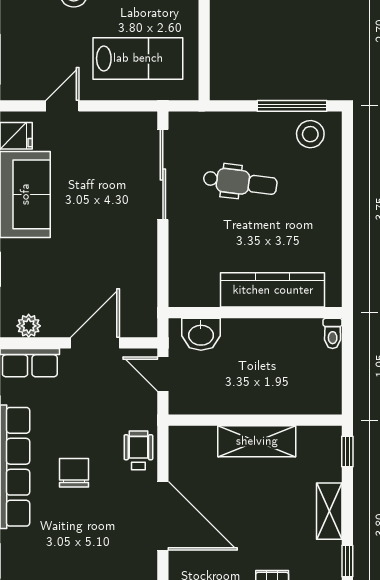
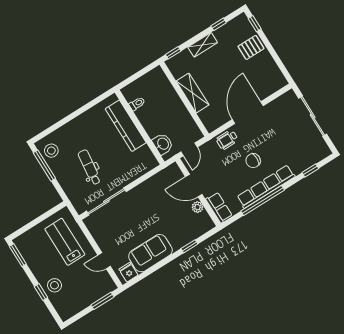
plant: (29, 326) -> (197, 207), moved
toilet: (333, 333) -> (137, 104), moved

